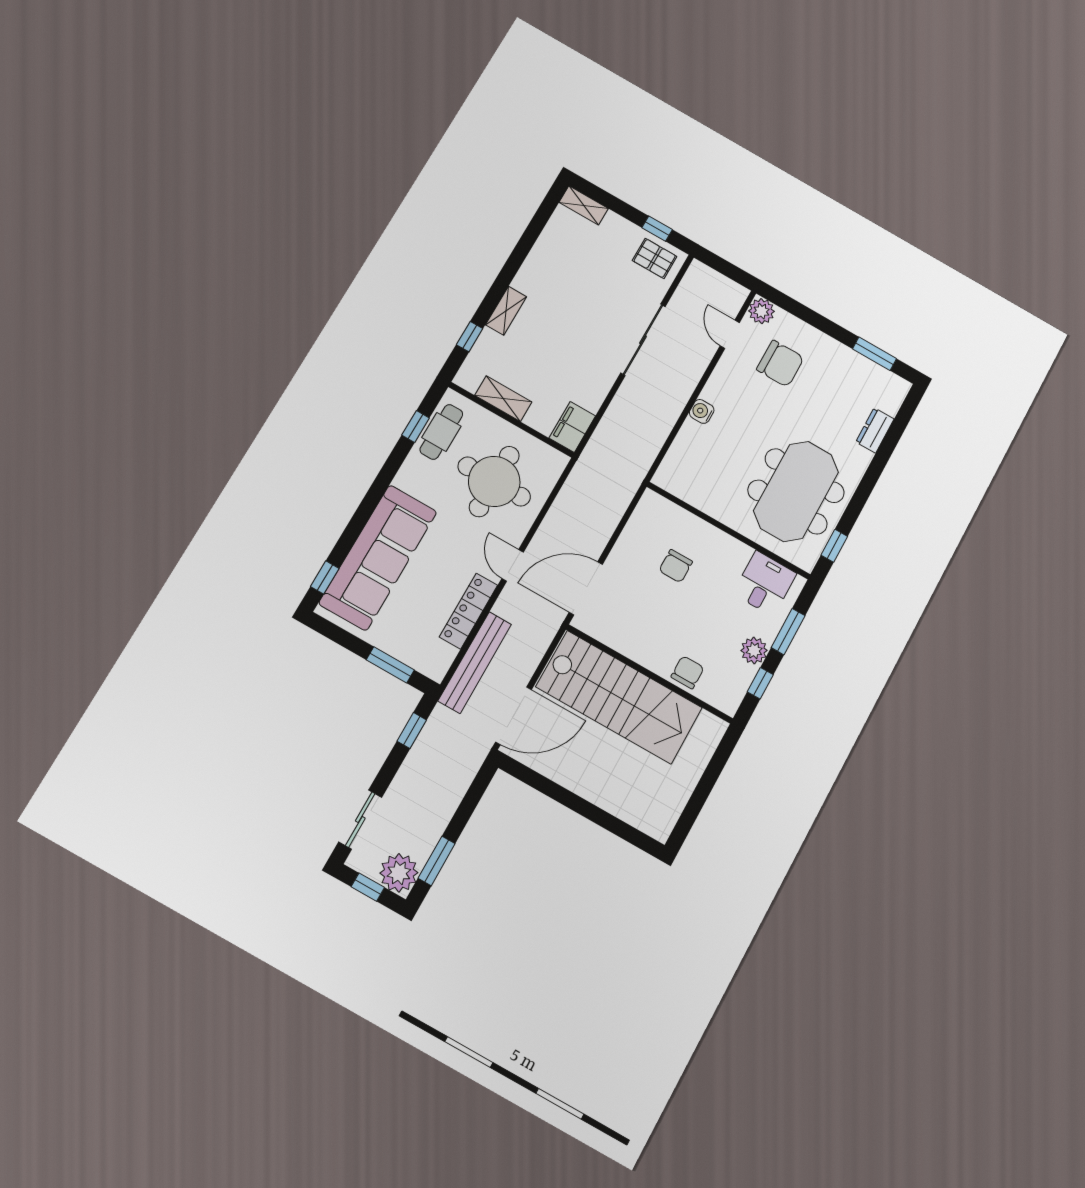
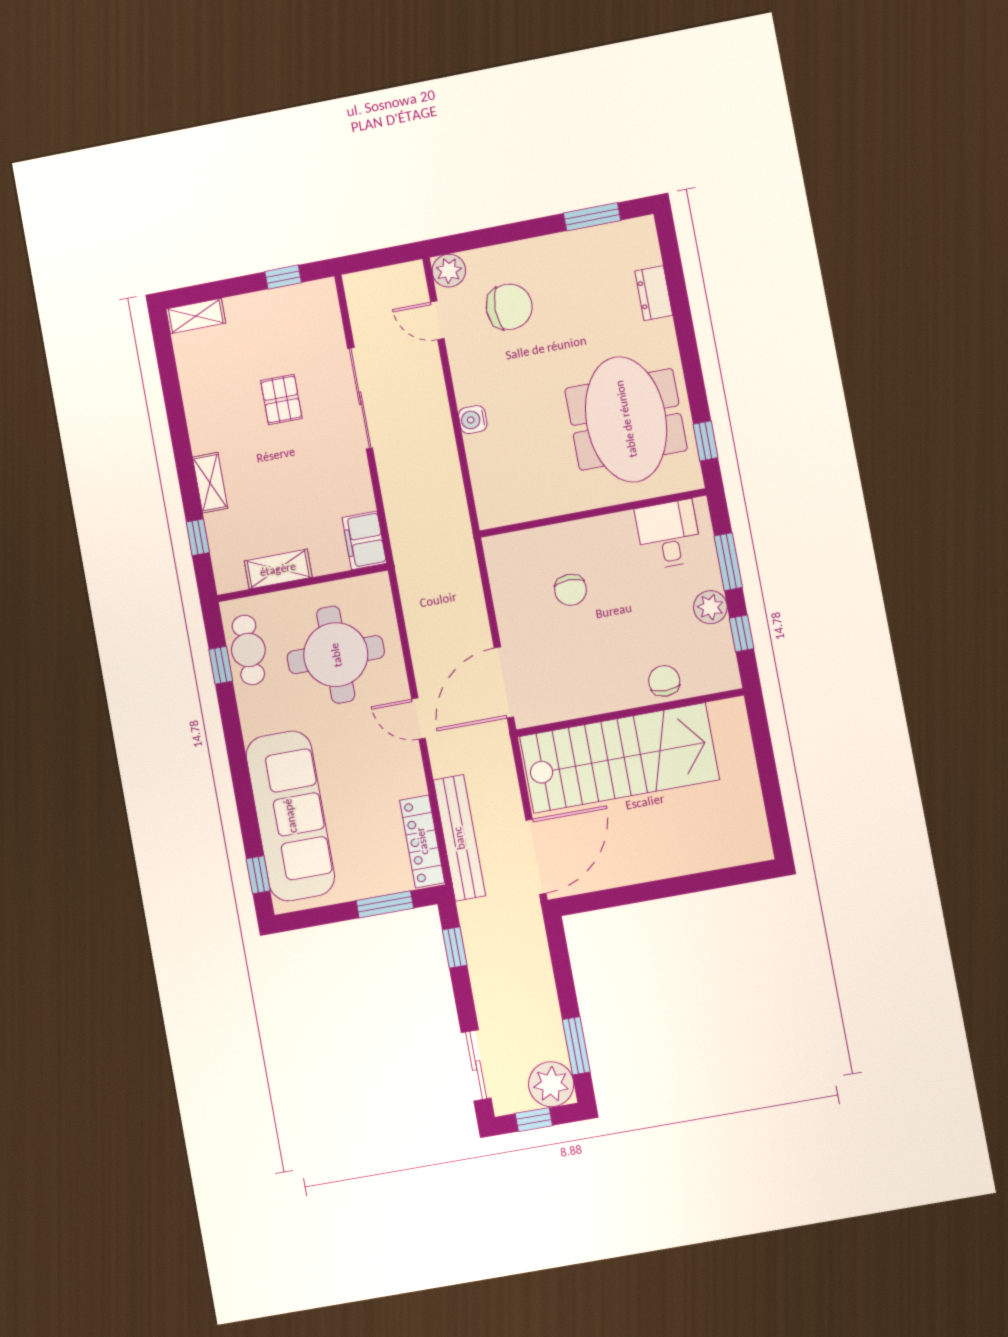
pallet: (655, 258) -> (281, 400), moved, turned 90
locker: (468, 611) -> (422, 841), moved

